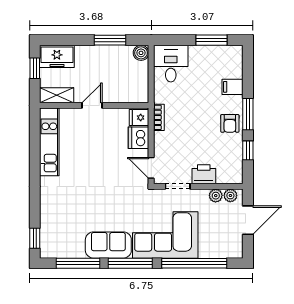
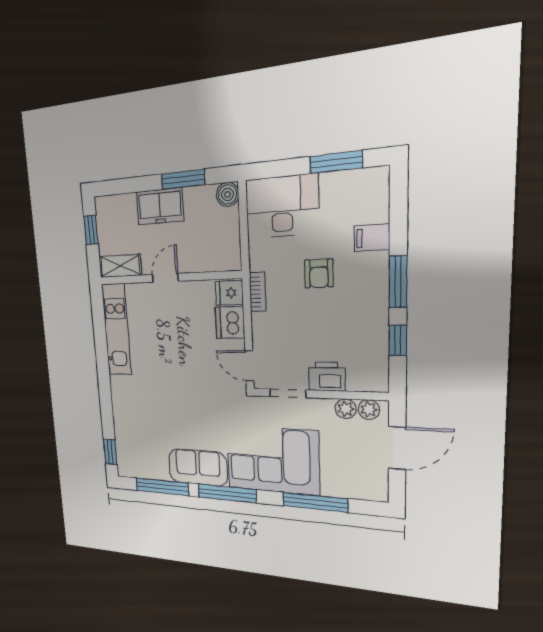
freezer: (57, 56) -> (160, 206), moved
desk: (171, 64) -> (282, 206), width x1.37
armchair: (230, 123) -> (319, 273), moved
window: (194, 263) -> (315, 502), width x0.68

